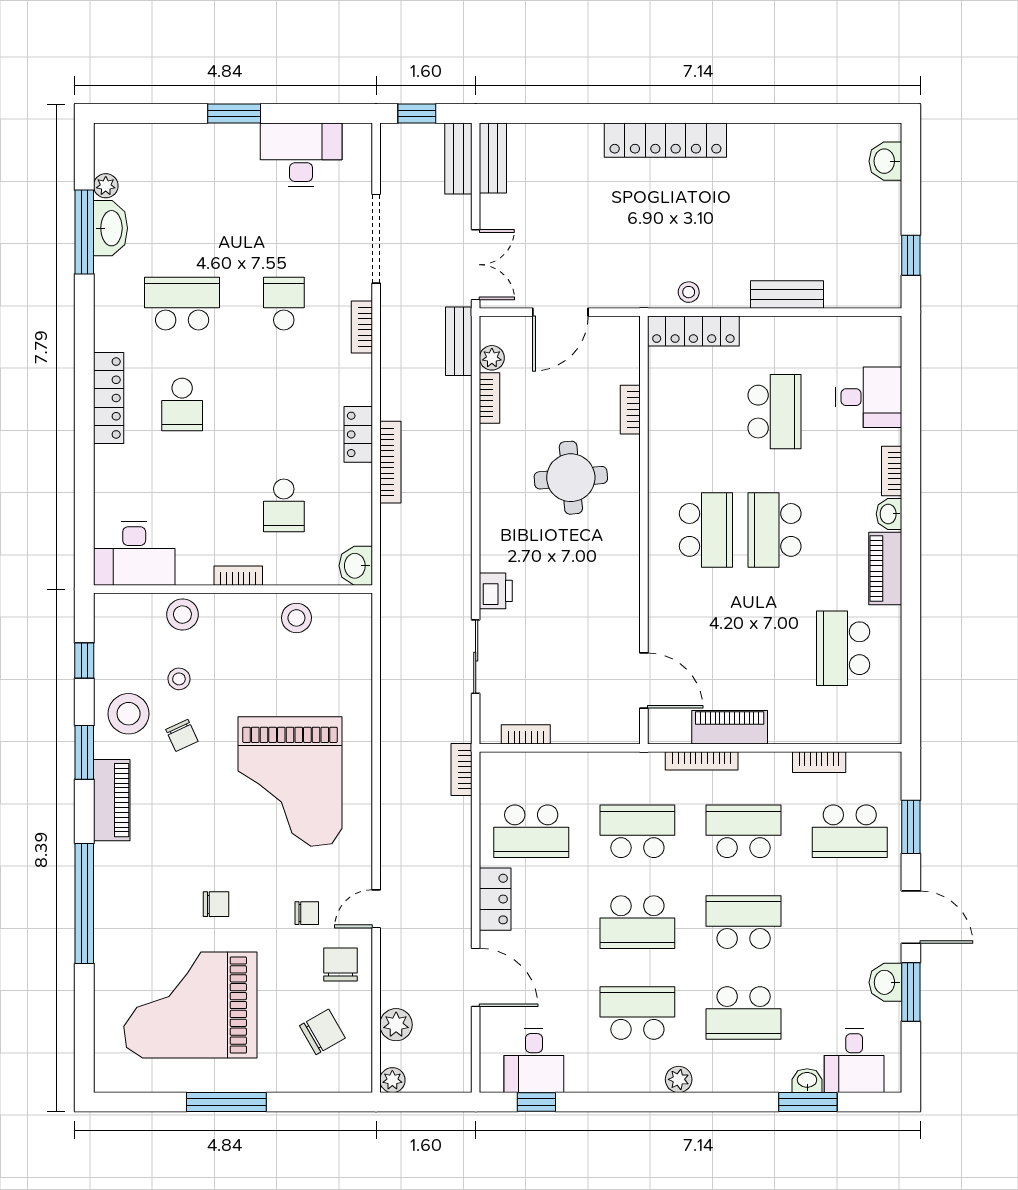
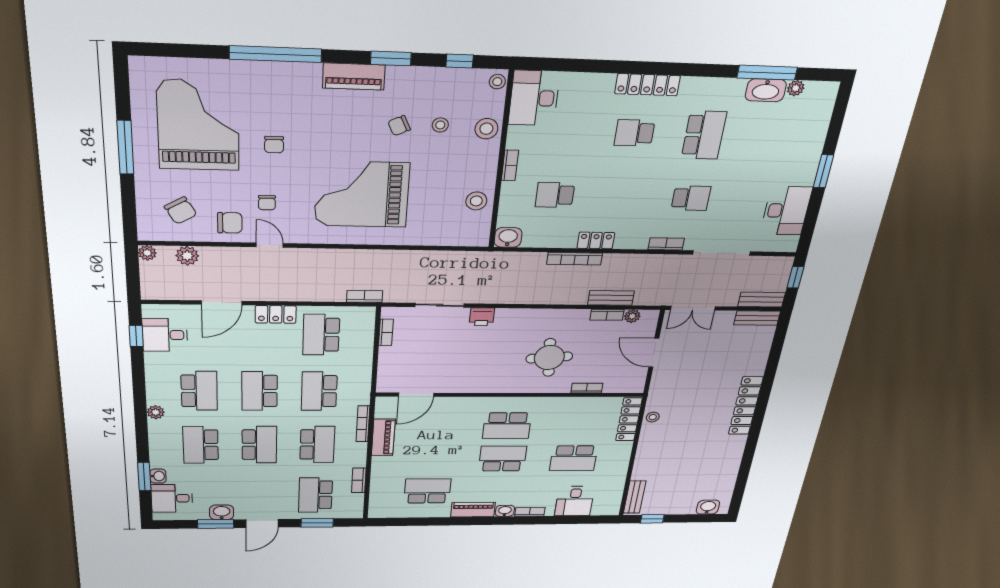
bench: (787, 294) -> (635, 497), moved
bench: (459, 341) -> (611, 298), moved
stool: (129, 714) -> (497, 82), moved, width x0.53, depth x0.53
school desk: (637, 831) -> (319, 391), turned 180

